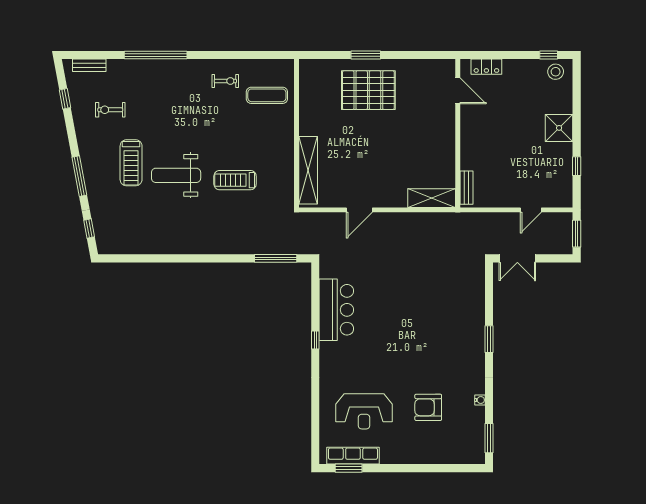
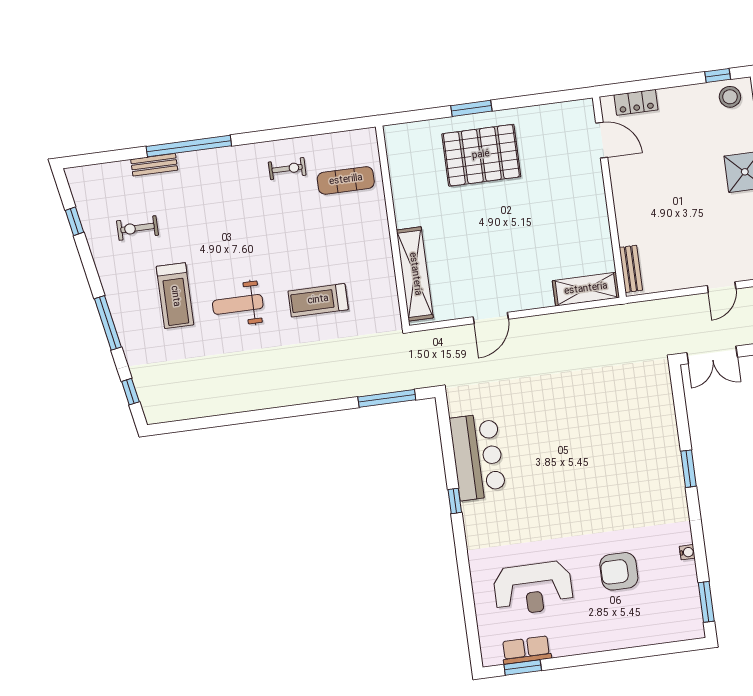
bench: (89, 65) -> (154, 165), moved
weight bench: (176, 175) -> (238, 304), width x0.73, depth x0.75
row of seats: (353, 456) -> (526, 650), width x0.68

